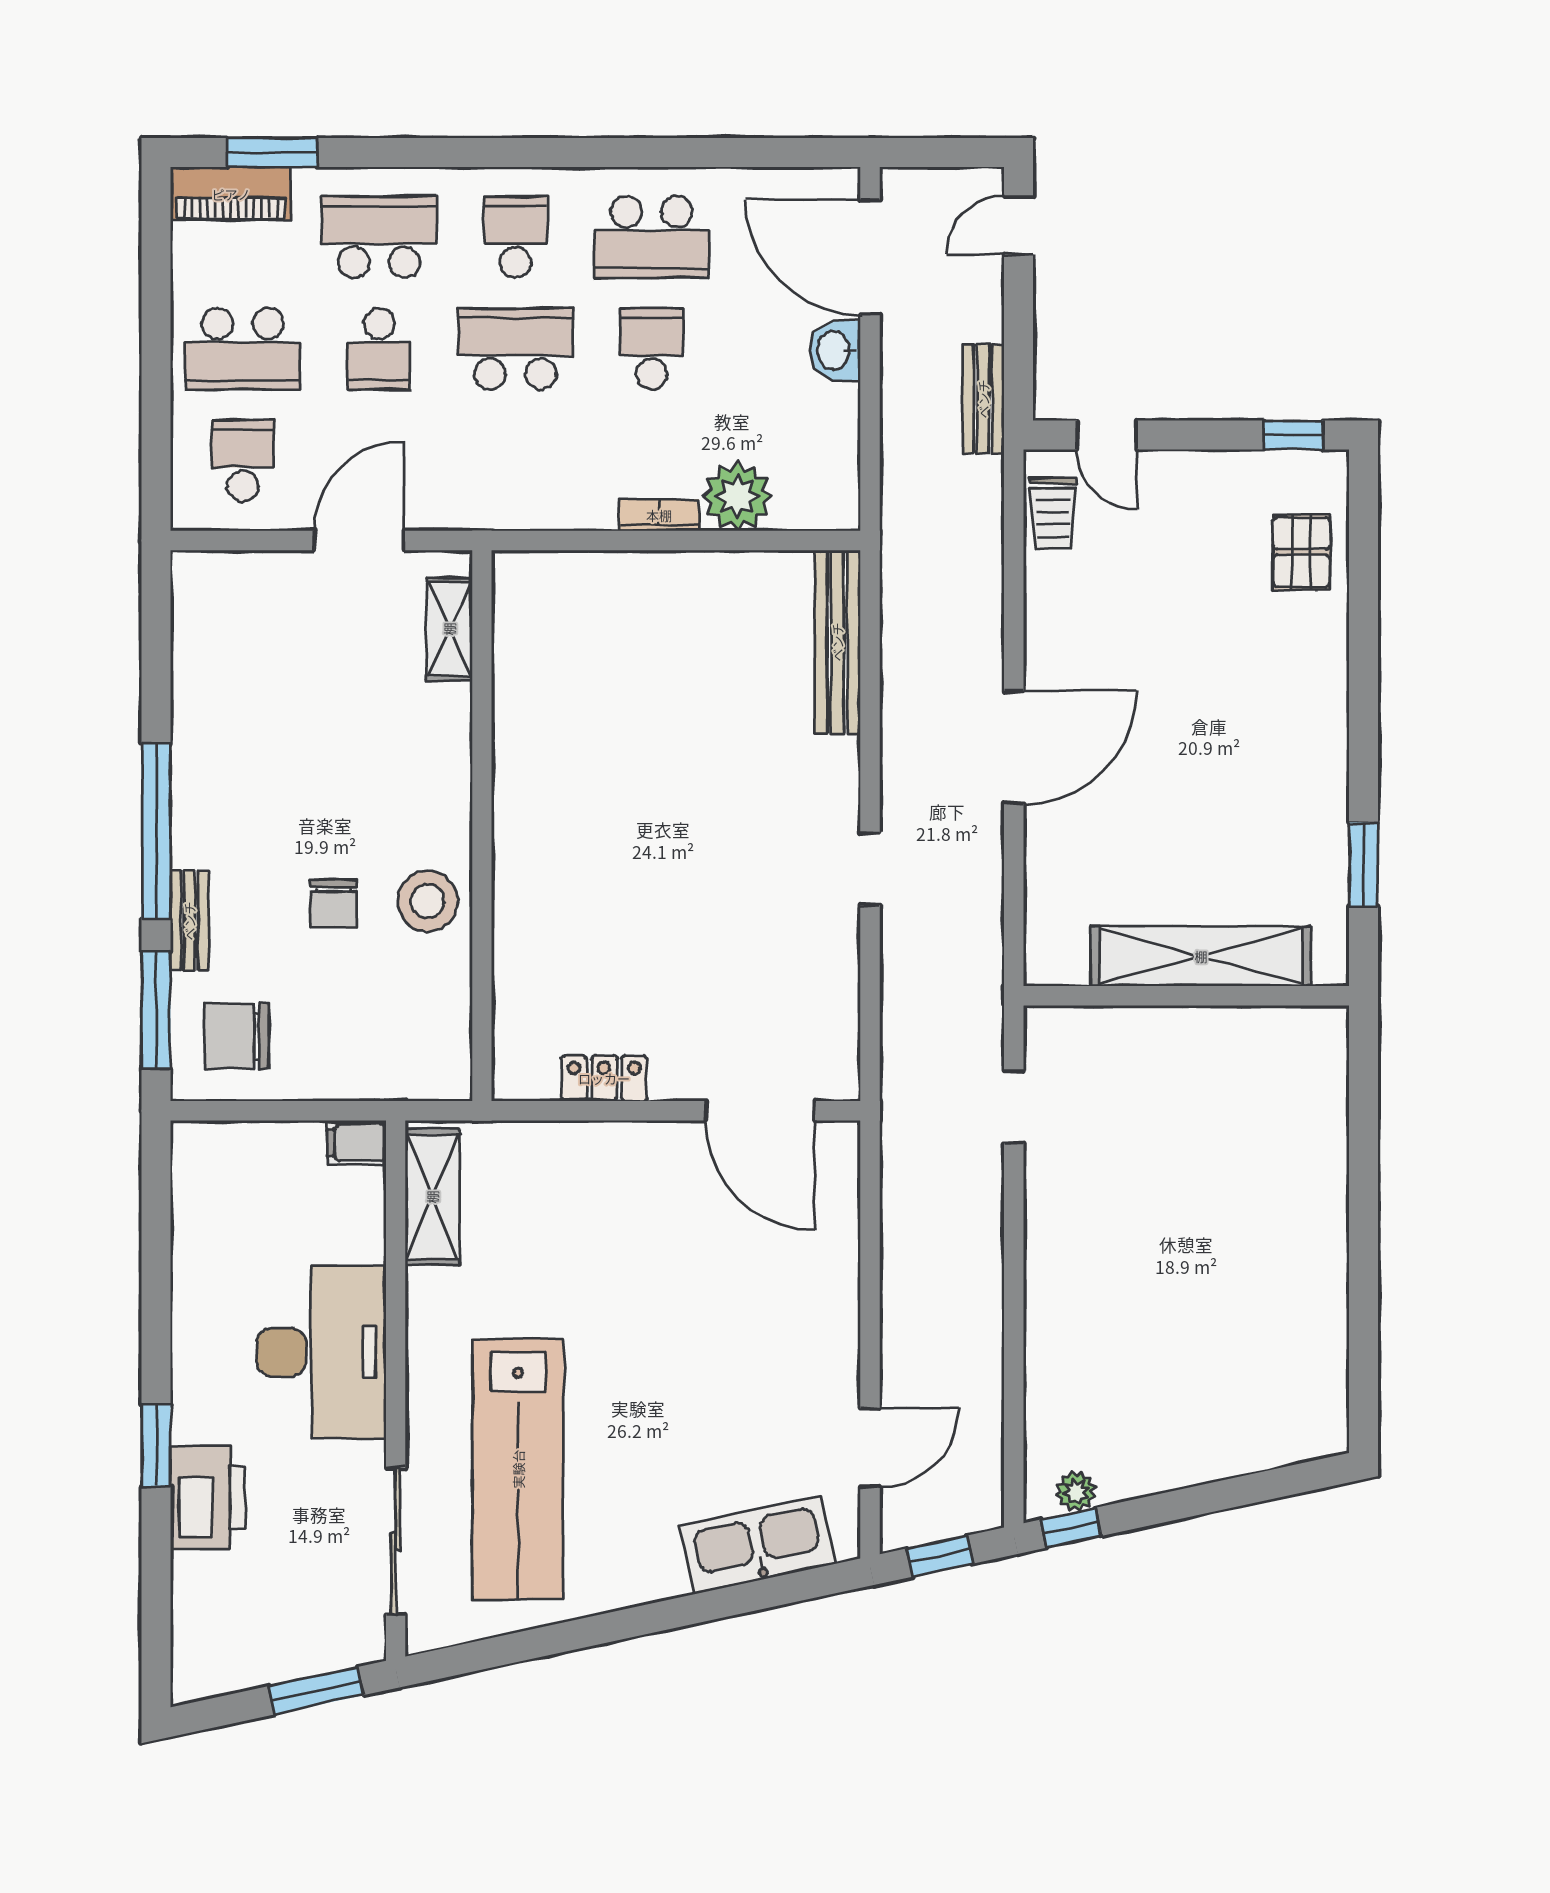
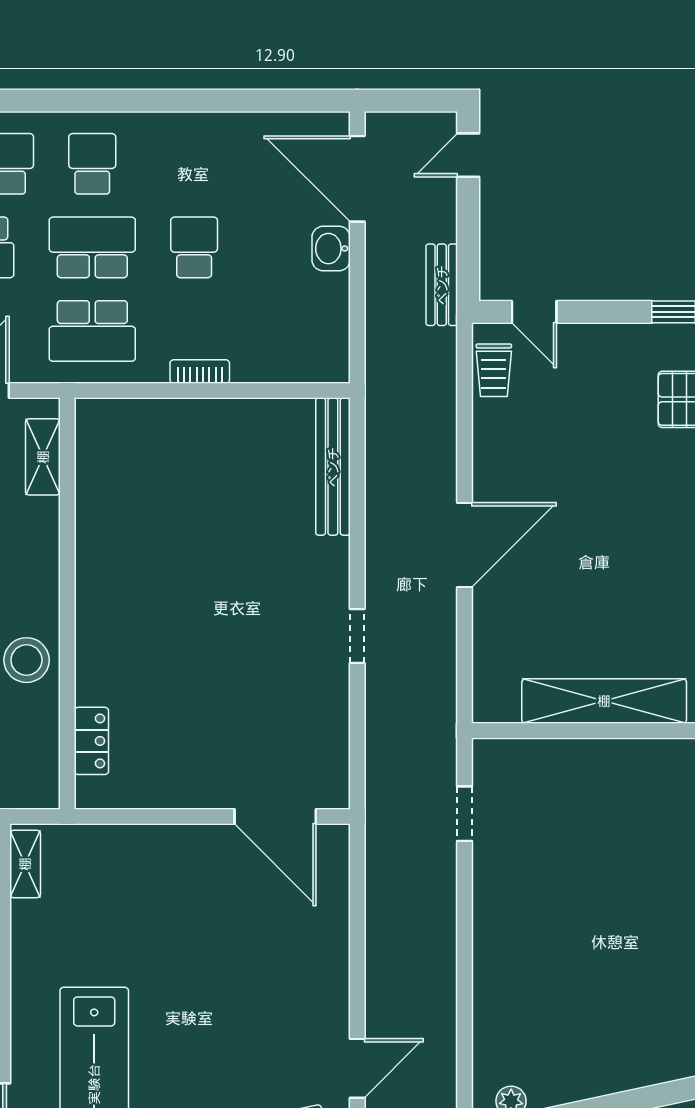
school desk: (652, 237) -> (92, 331), moved
plant: (737, 496) -> (258, 358), removed
locker: (604, 1078) -> (91, 741), moved, turned 90
shelving: (432, 1197) -> (25, 864), width x0.67, depth x0.75

